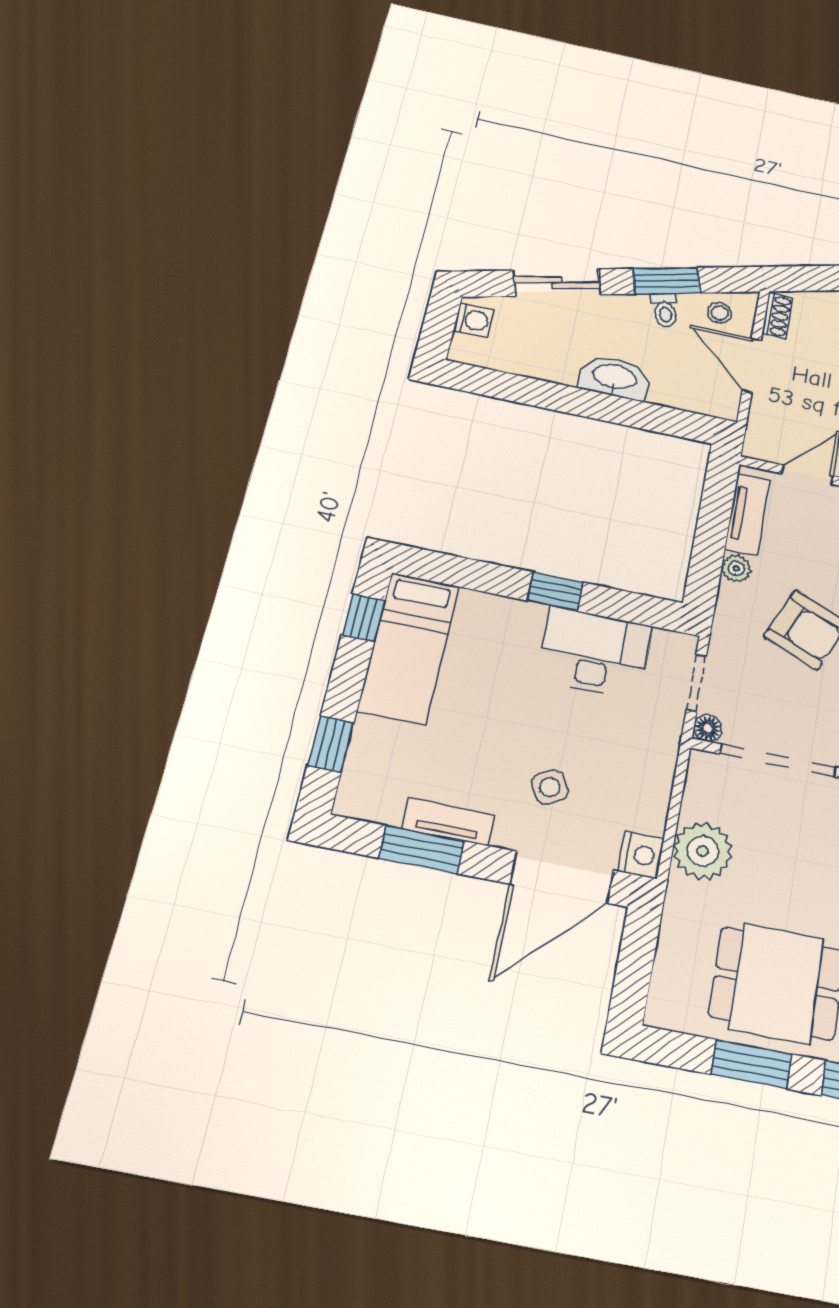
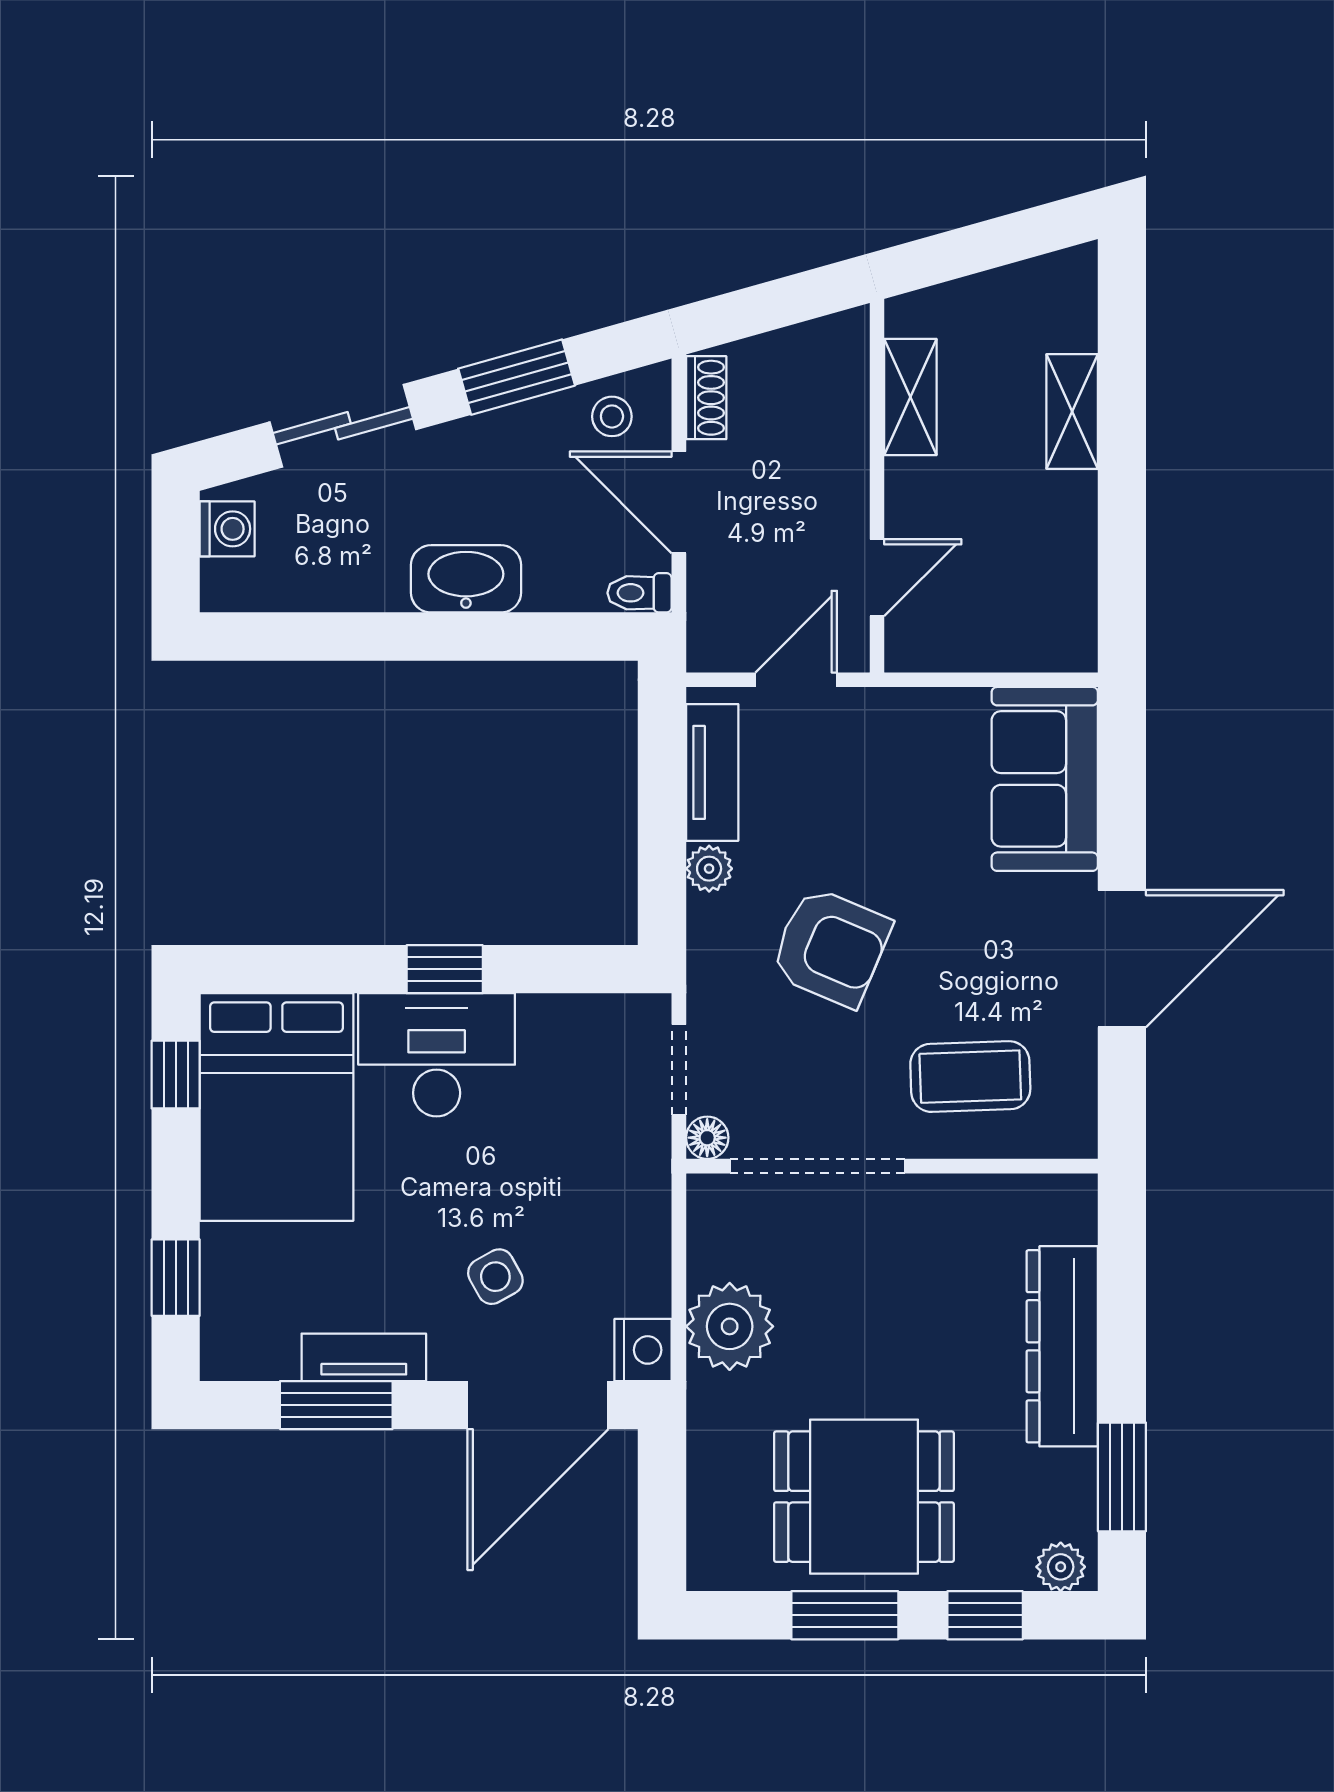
toilet: (665, 310) -> (640, 593), moved, turned 106
bed: (409, 648) -> (276, 1107), width x1.50
desk: (595, 653) -> (437, 1055), moved

